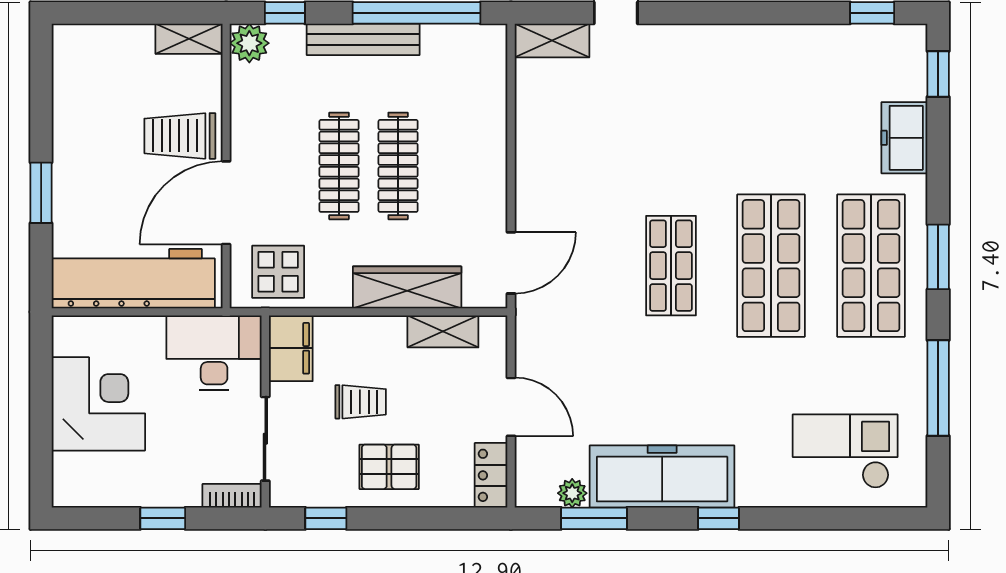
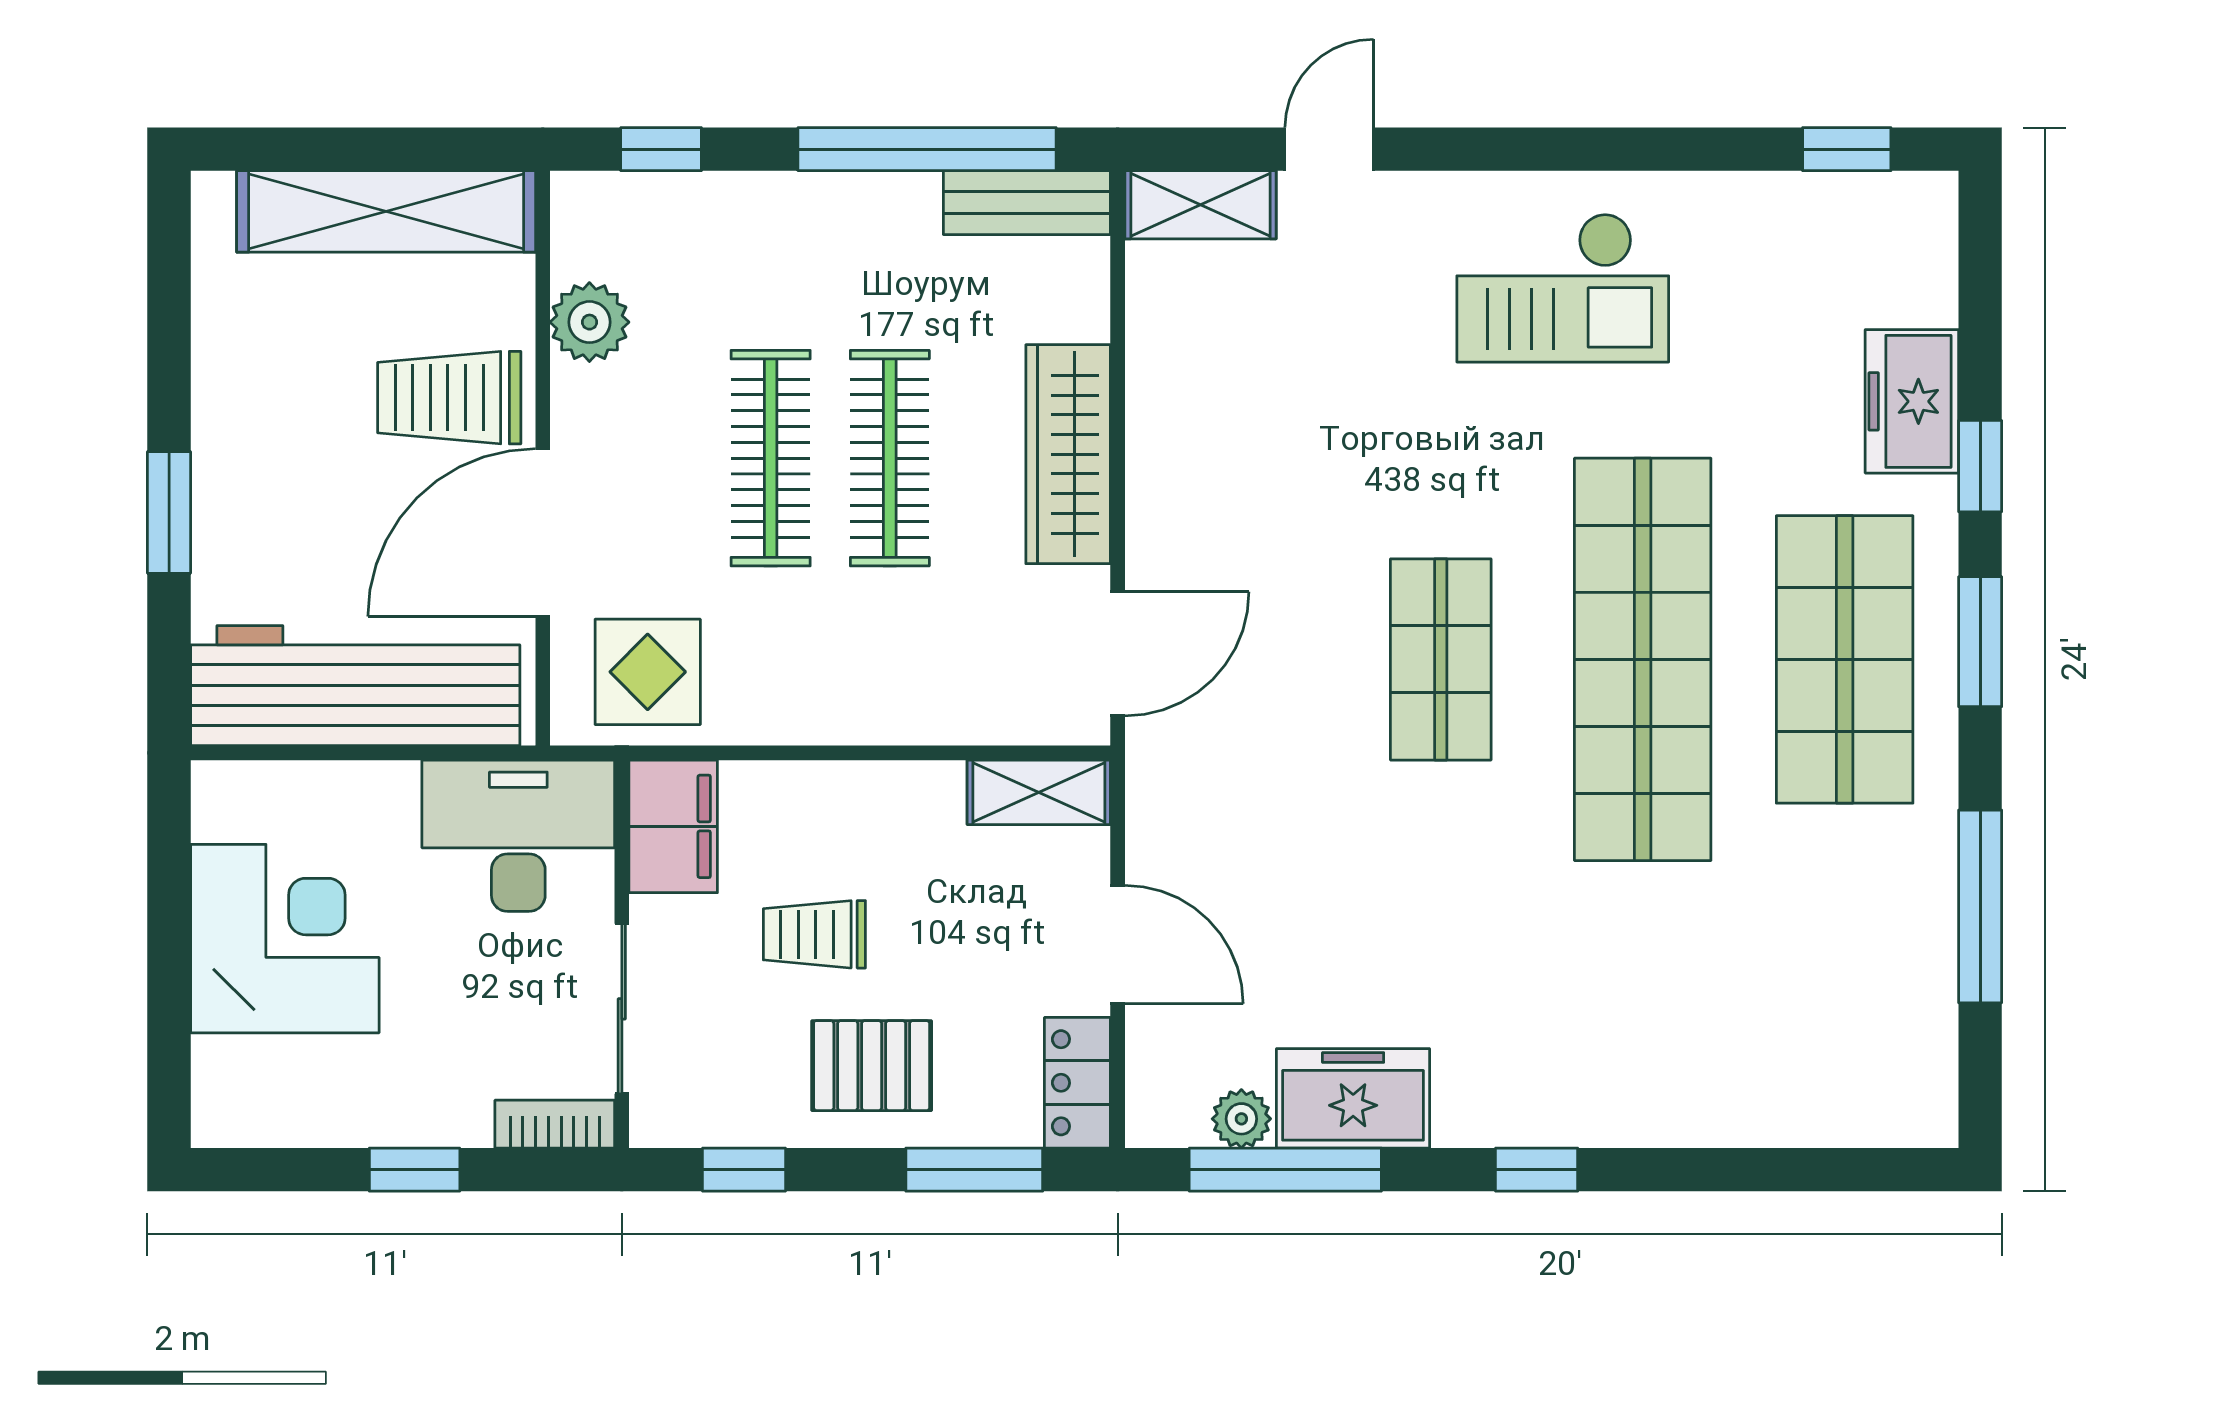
shelving: (189, 39) -> (386, 211), width x2.20, depth x1.33
bench: (363, 39) -> (1027, 203), moved, width x0.73
plant: (249, 43) -> (589, 322), moved
window: (938, 74) -> (1980, 466), moved
shop shelf: (771, 266) -> (1643, 659), width x1.40
wardrobe: (407, 287) -> (1068, 454), moved, turned -90
shelving: (443, 331) -> (1039, 792), moved
trolley: (361, 402) -> (814, 934), turned 180
checkout: (845, 451) -> (1563, 288), moved, turned 180
freezer: (662, 477) -> (1353, 1098), width x0.52, depth x0.79
window: (440, 518) -> (974, 1170), added
window: (594, 518) -> (1285, 1170), width x1.44

